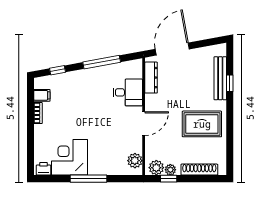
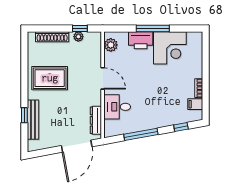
door: (144, 124) -> (103, 78), swing flipped
plant: (156, 168) -> (91, 38), removed
printer: (43, 169) -> (141, 40), moved, width x1.87, depth x1.48

